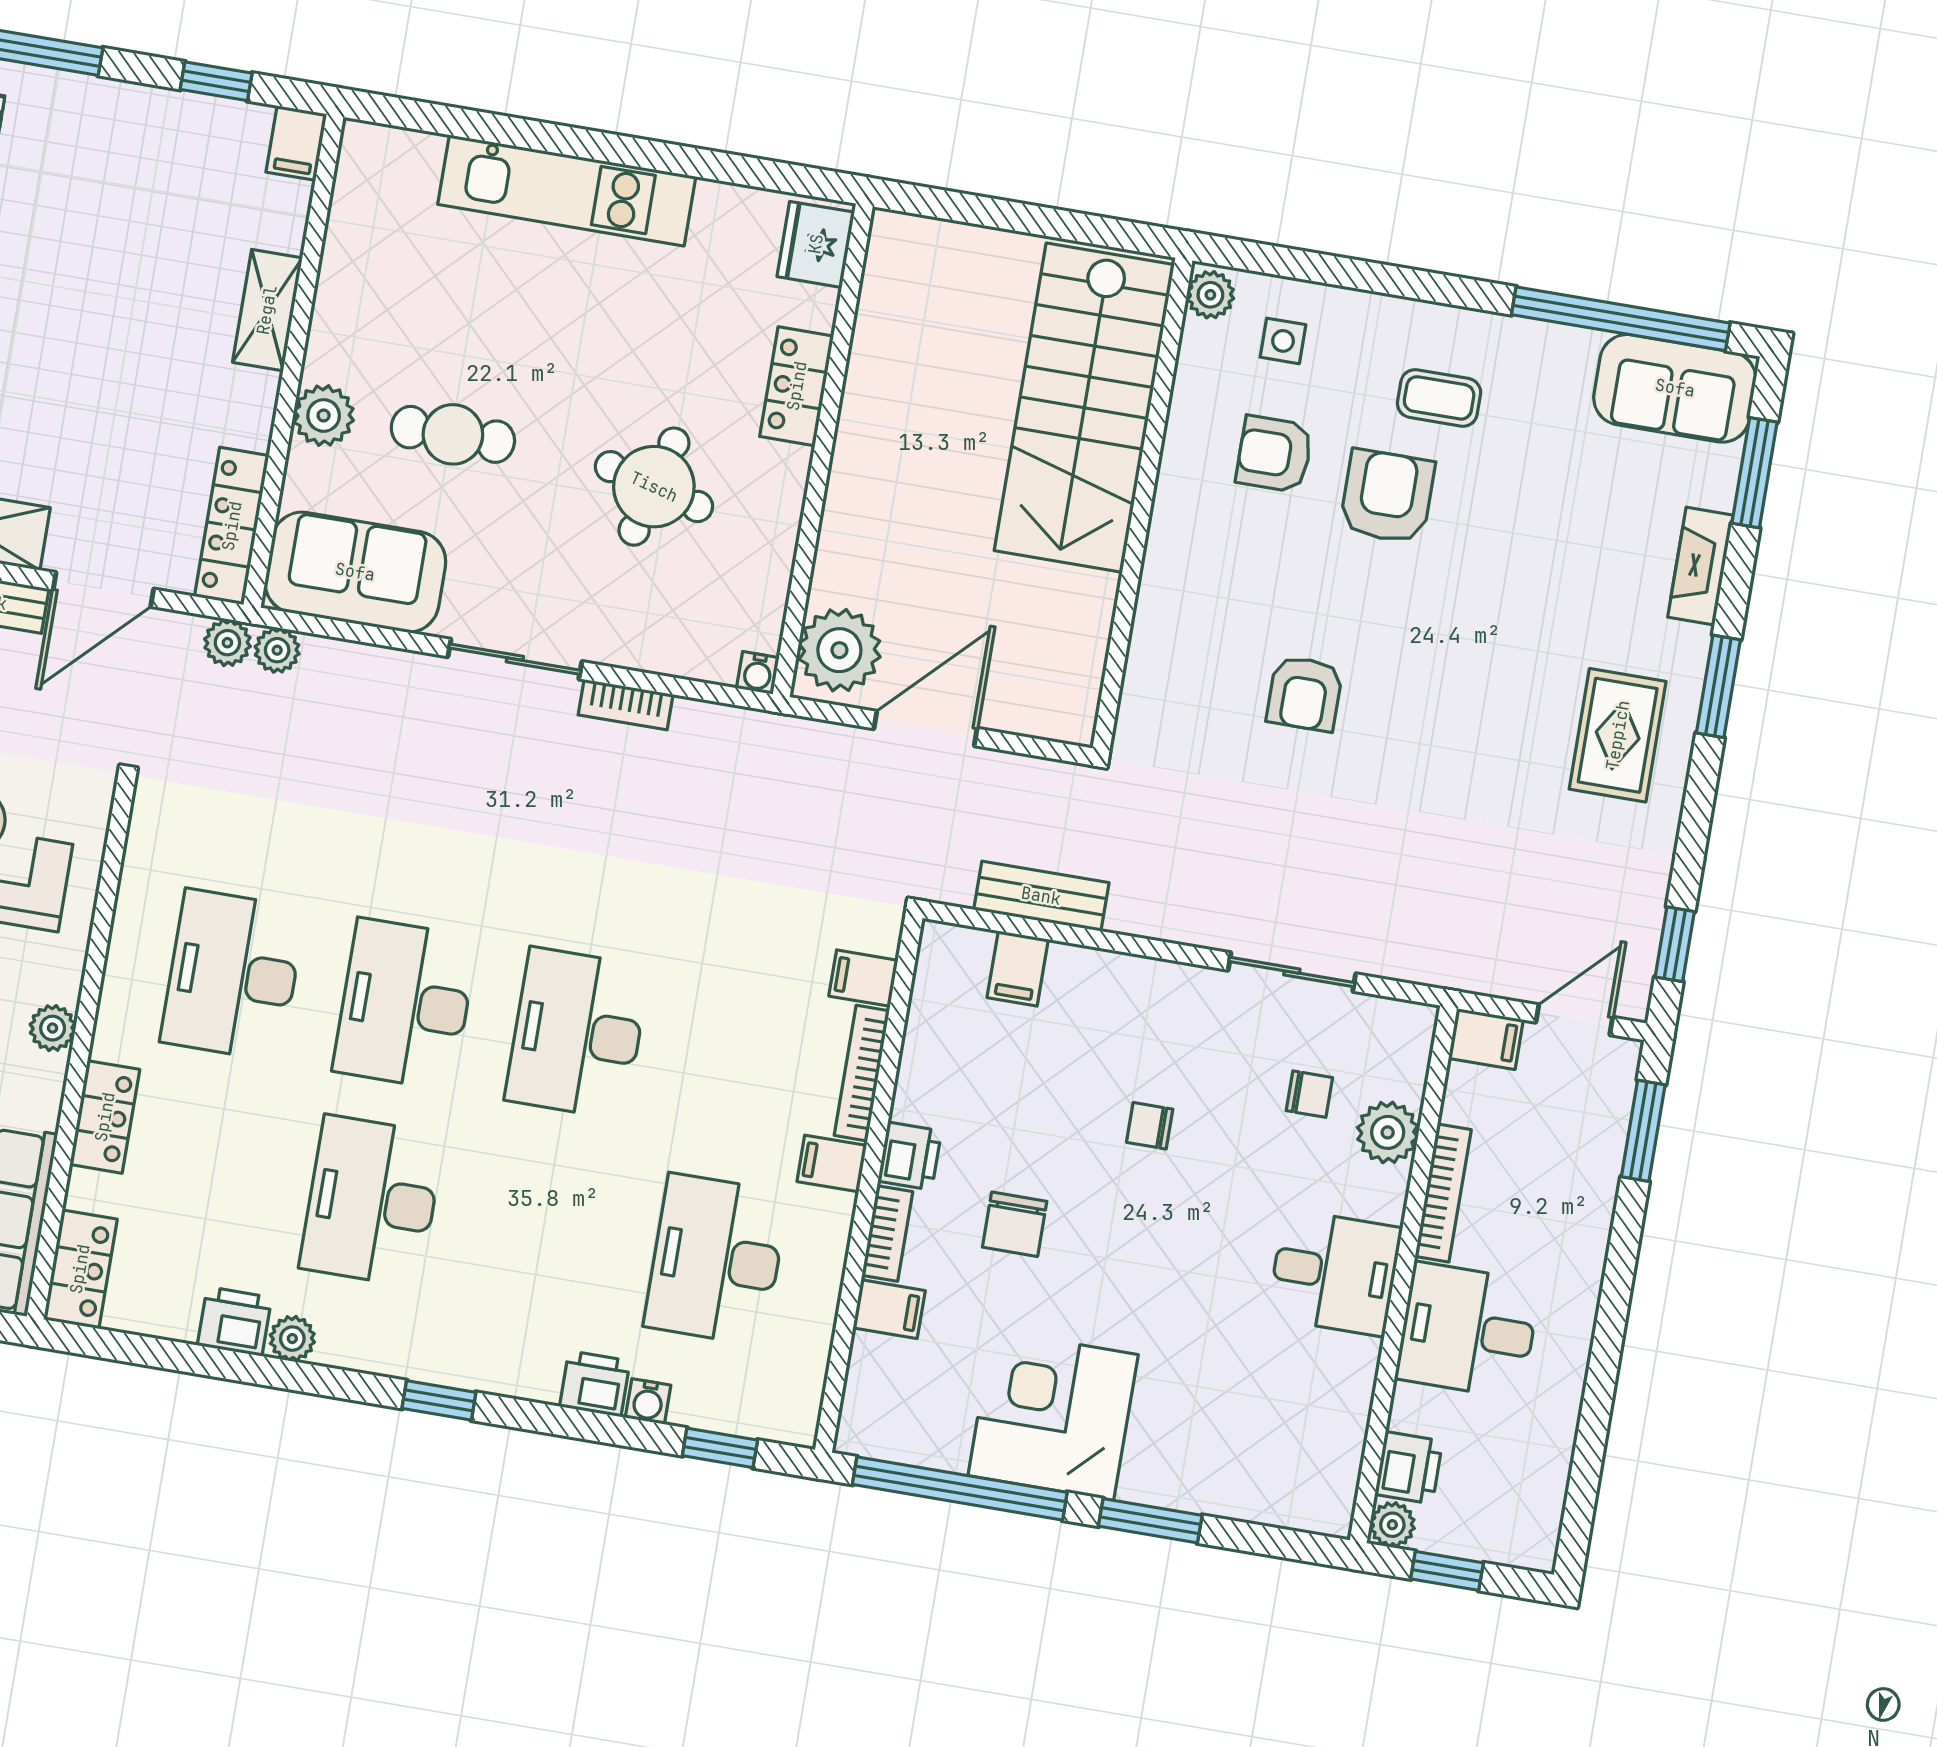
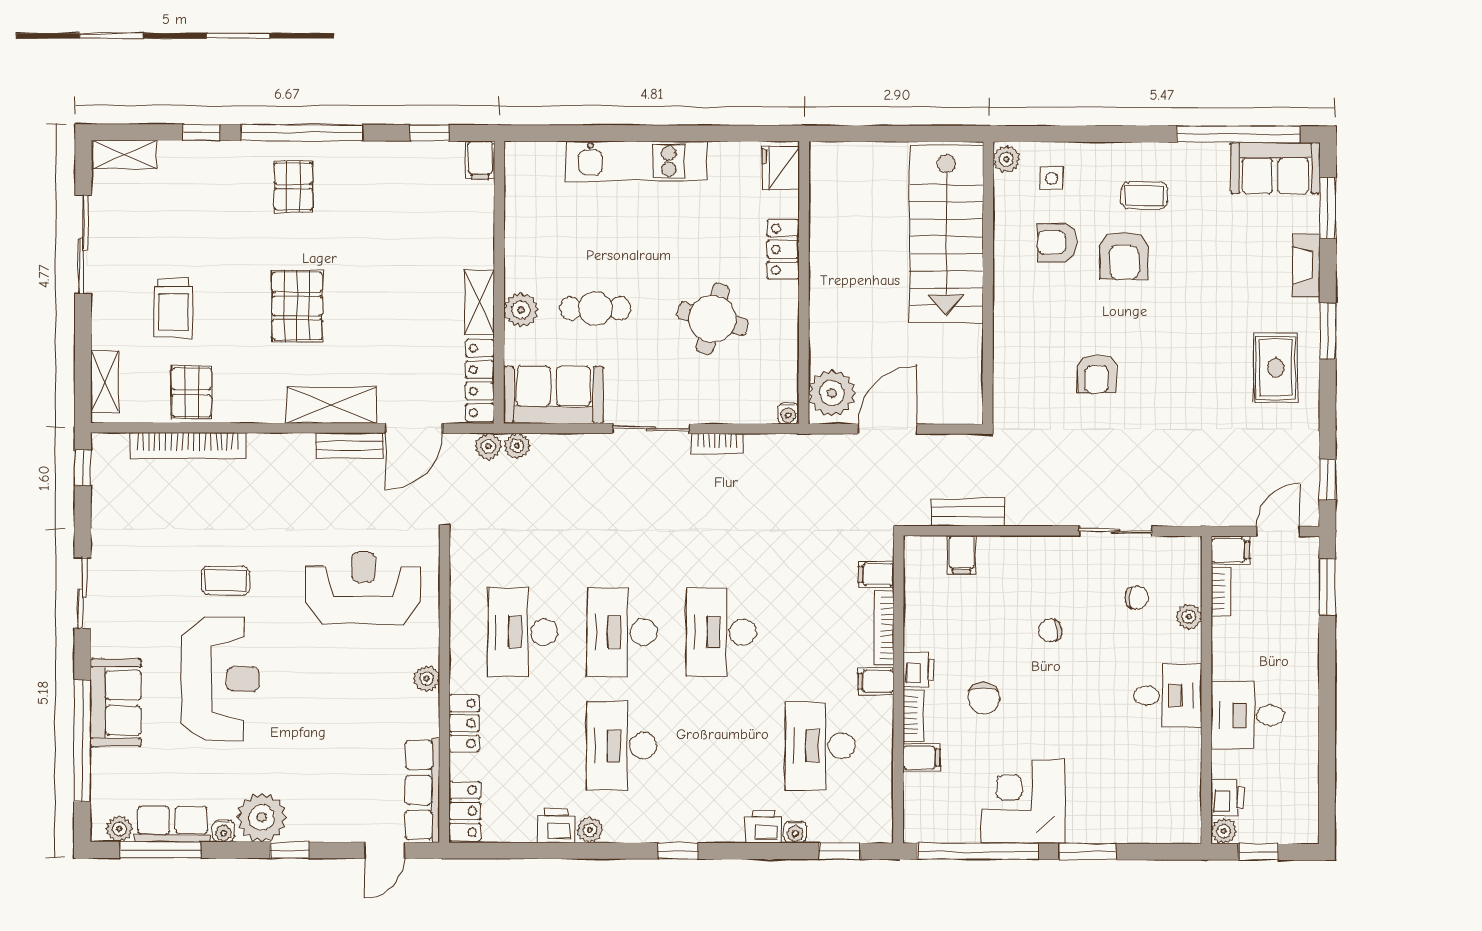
shelving: (267, 310) -> (480, 302), moved
armchair: (1387, 496) -> (1124, 256), turned 180
plant: (1388, 1132) -> (1189, 617), width x0.73, depth x0.73
bookcase: (1443, 1193) -> (1221, 592), moved, width x0.64

